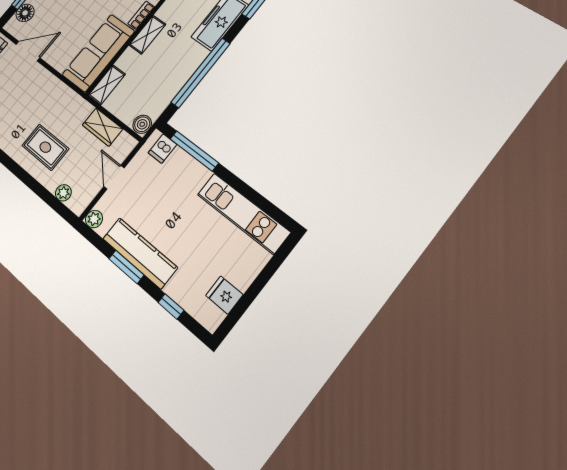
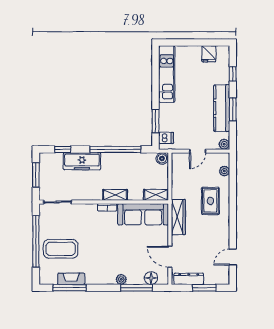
wardrobe: (102, 127) -> (178, 217), moved, width x1.50
window: (194, 151) -> (156, 121), width x0.69

